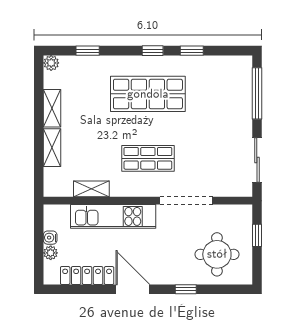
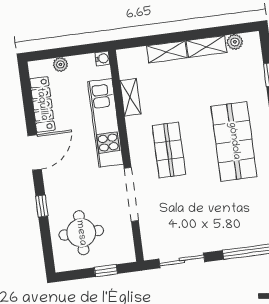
plant: (51, 63) -> (235, 42), moved
water cooler: (50, 238) -> (102, 58), moved, turned 90

